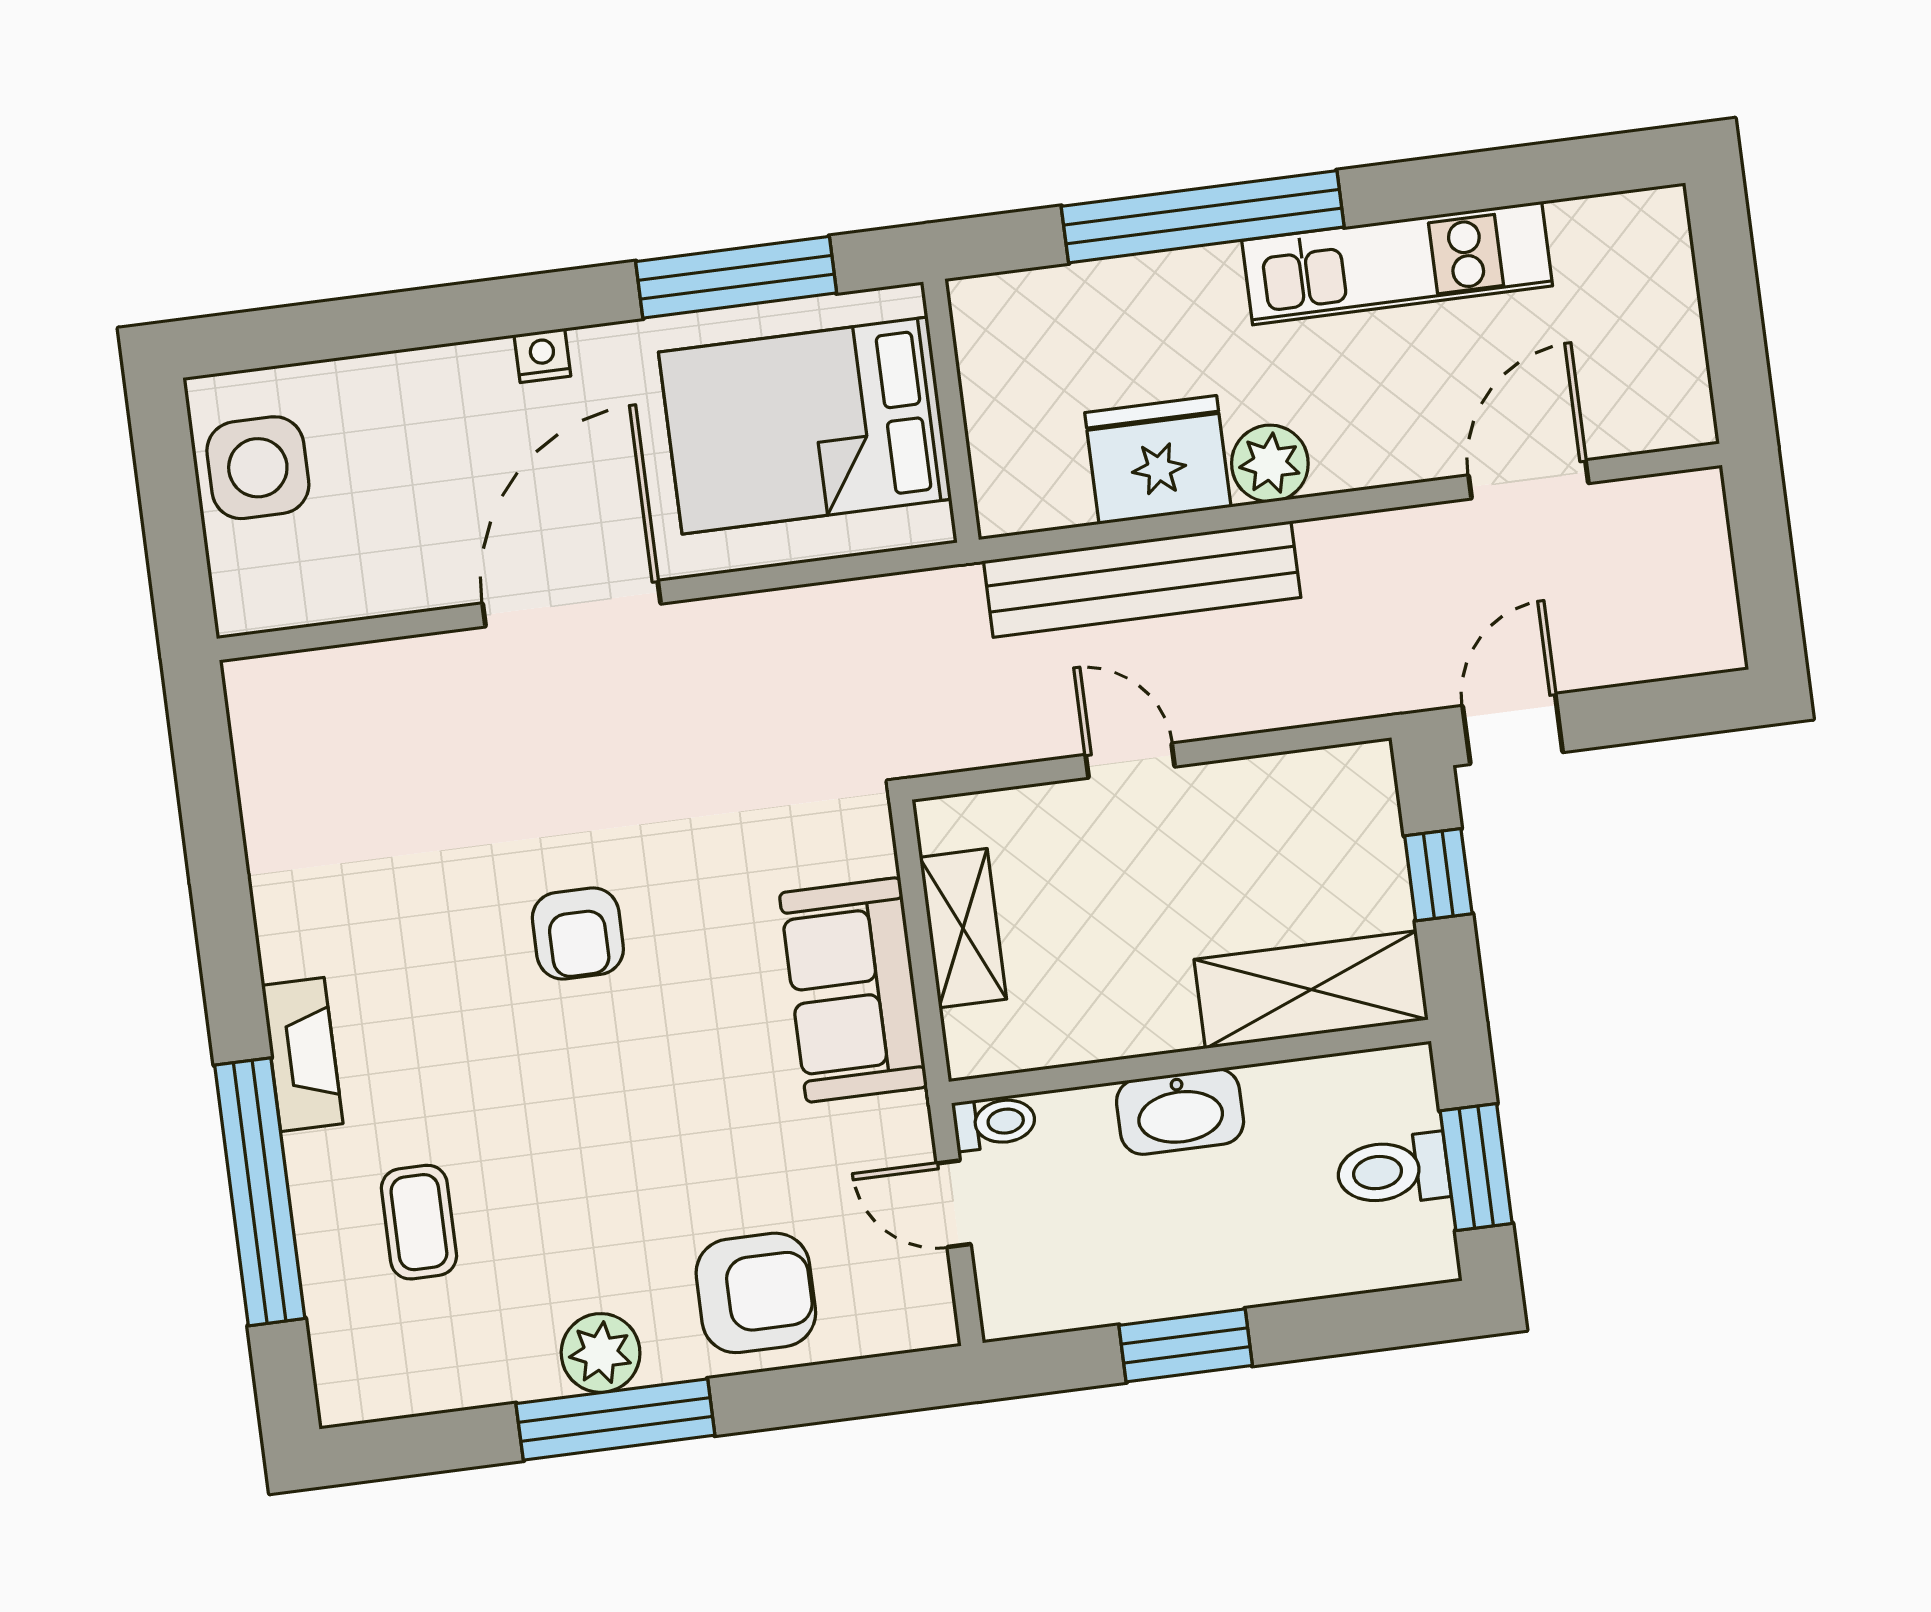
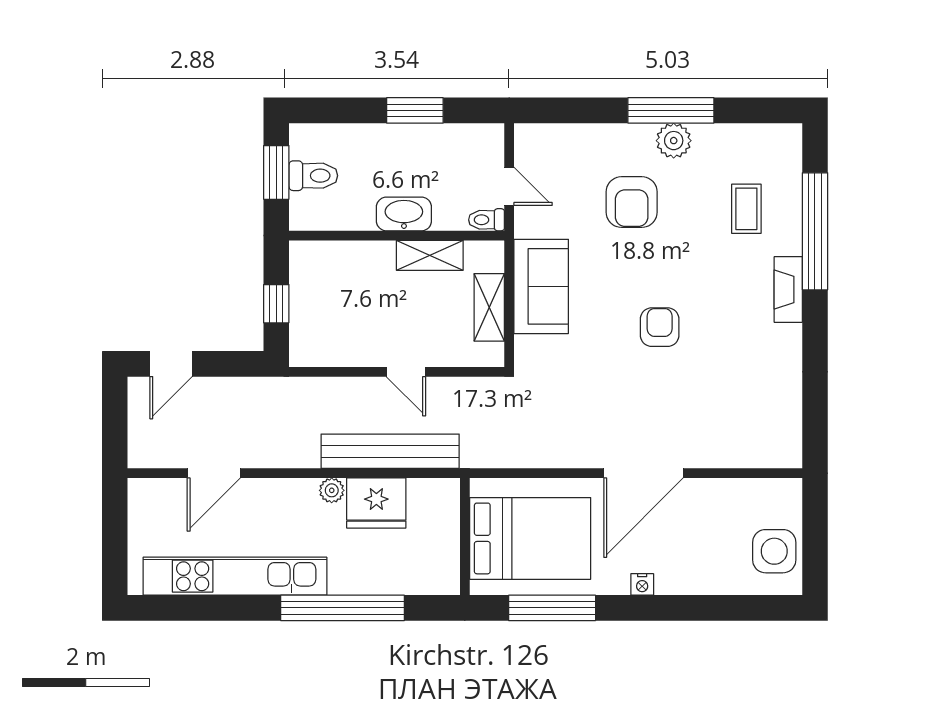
kitchen unit: (1397, 263) -> (235, 576), width x1.36
plant: (1270, 463) -> (332, 490), width x0.73, depth x0.73
door: (1513, 729) -> (171, 364), moved
shelving: (1311, 990) -> (430, 255), moved, width x0.67, depth x0.75
armchair: (756, 1293) -> (632, 202), moved, turned -90

